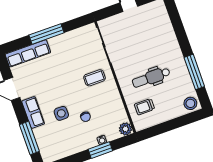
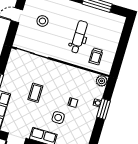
coffee table: (94, 78) -> (35, 93), moved
dental chair: (151, 78) -> (79, 37), turned 180
stool: (190, 103) -> (42, 21), moved

